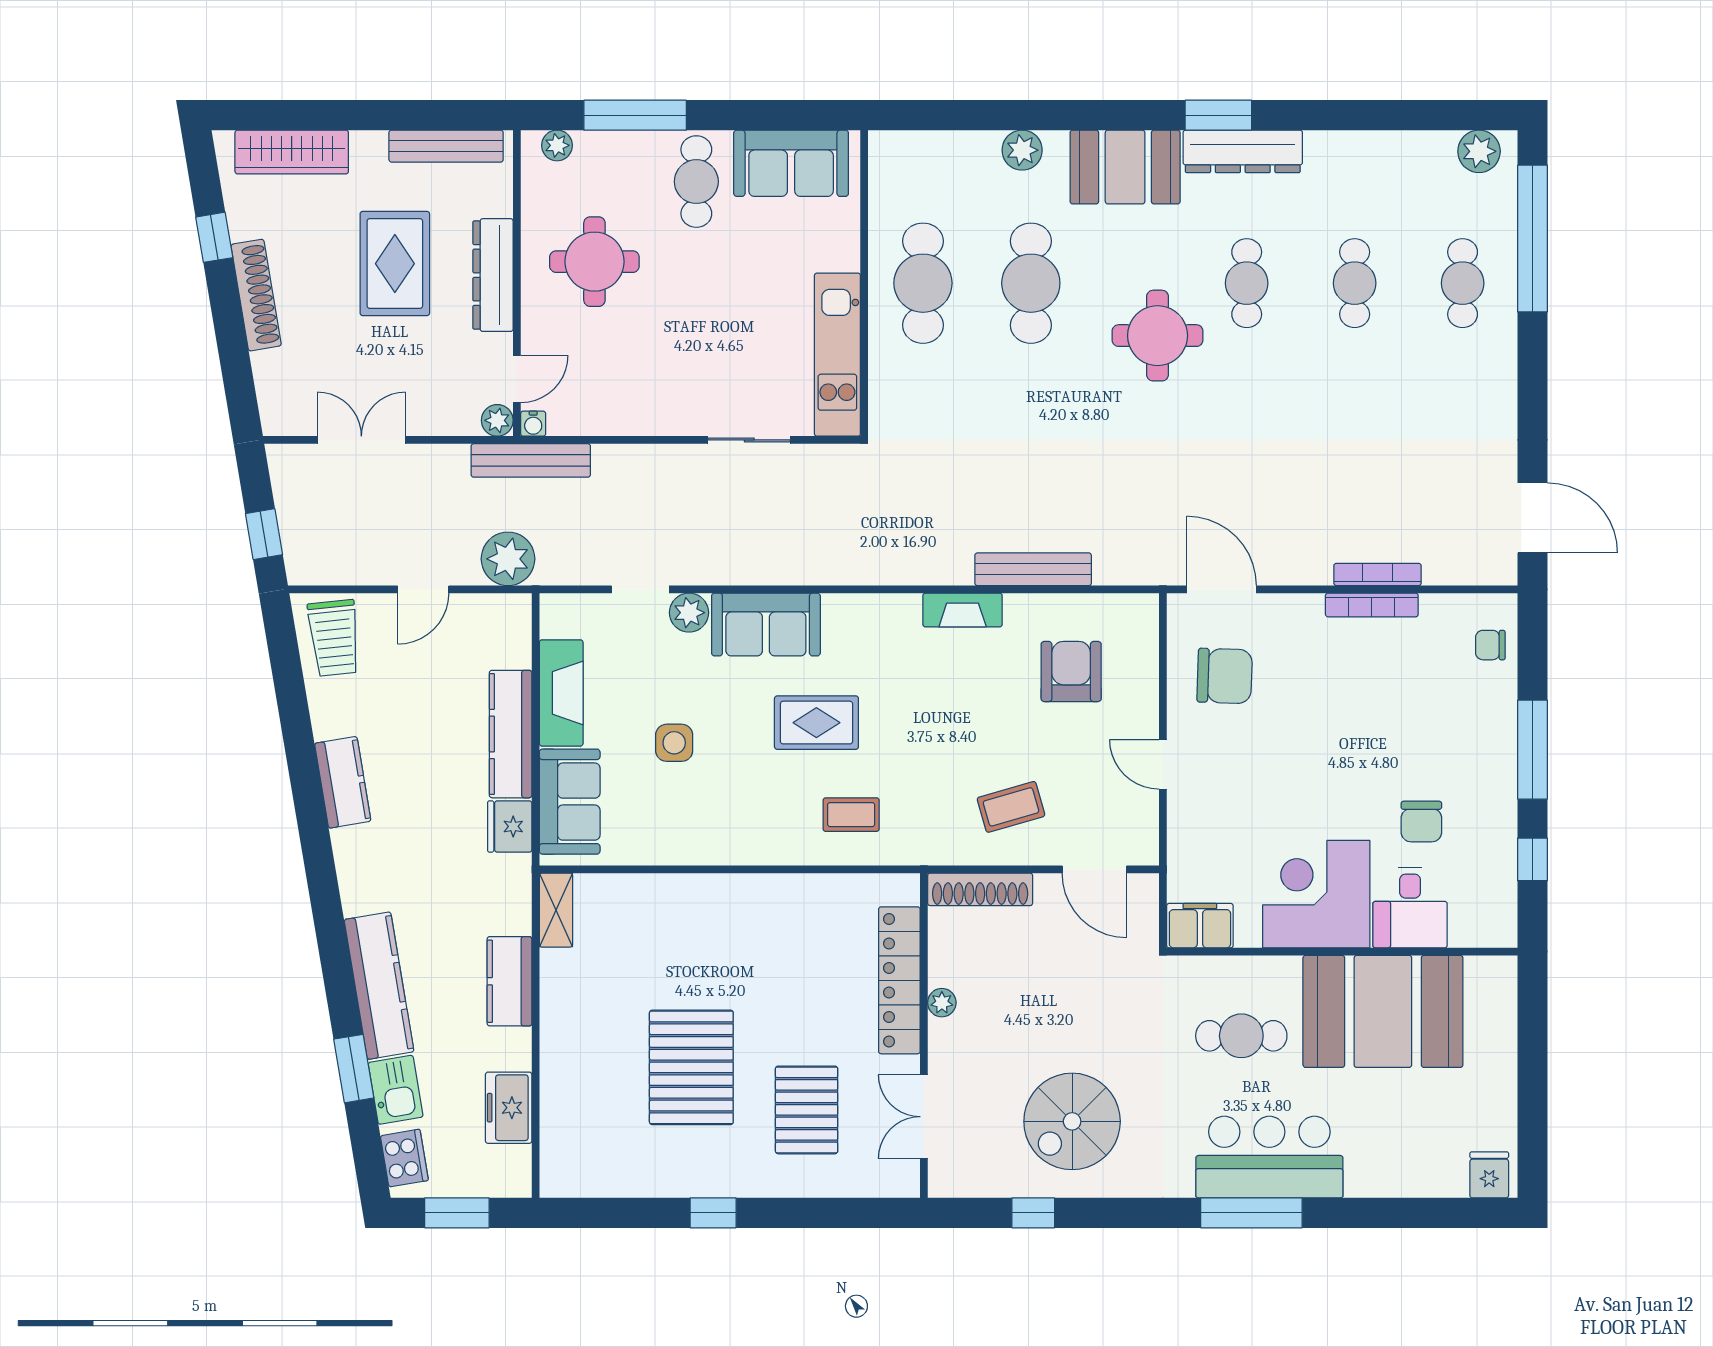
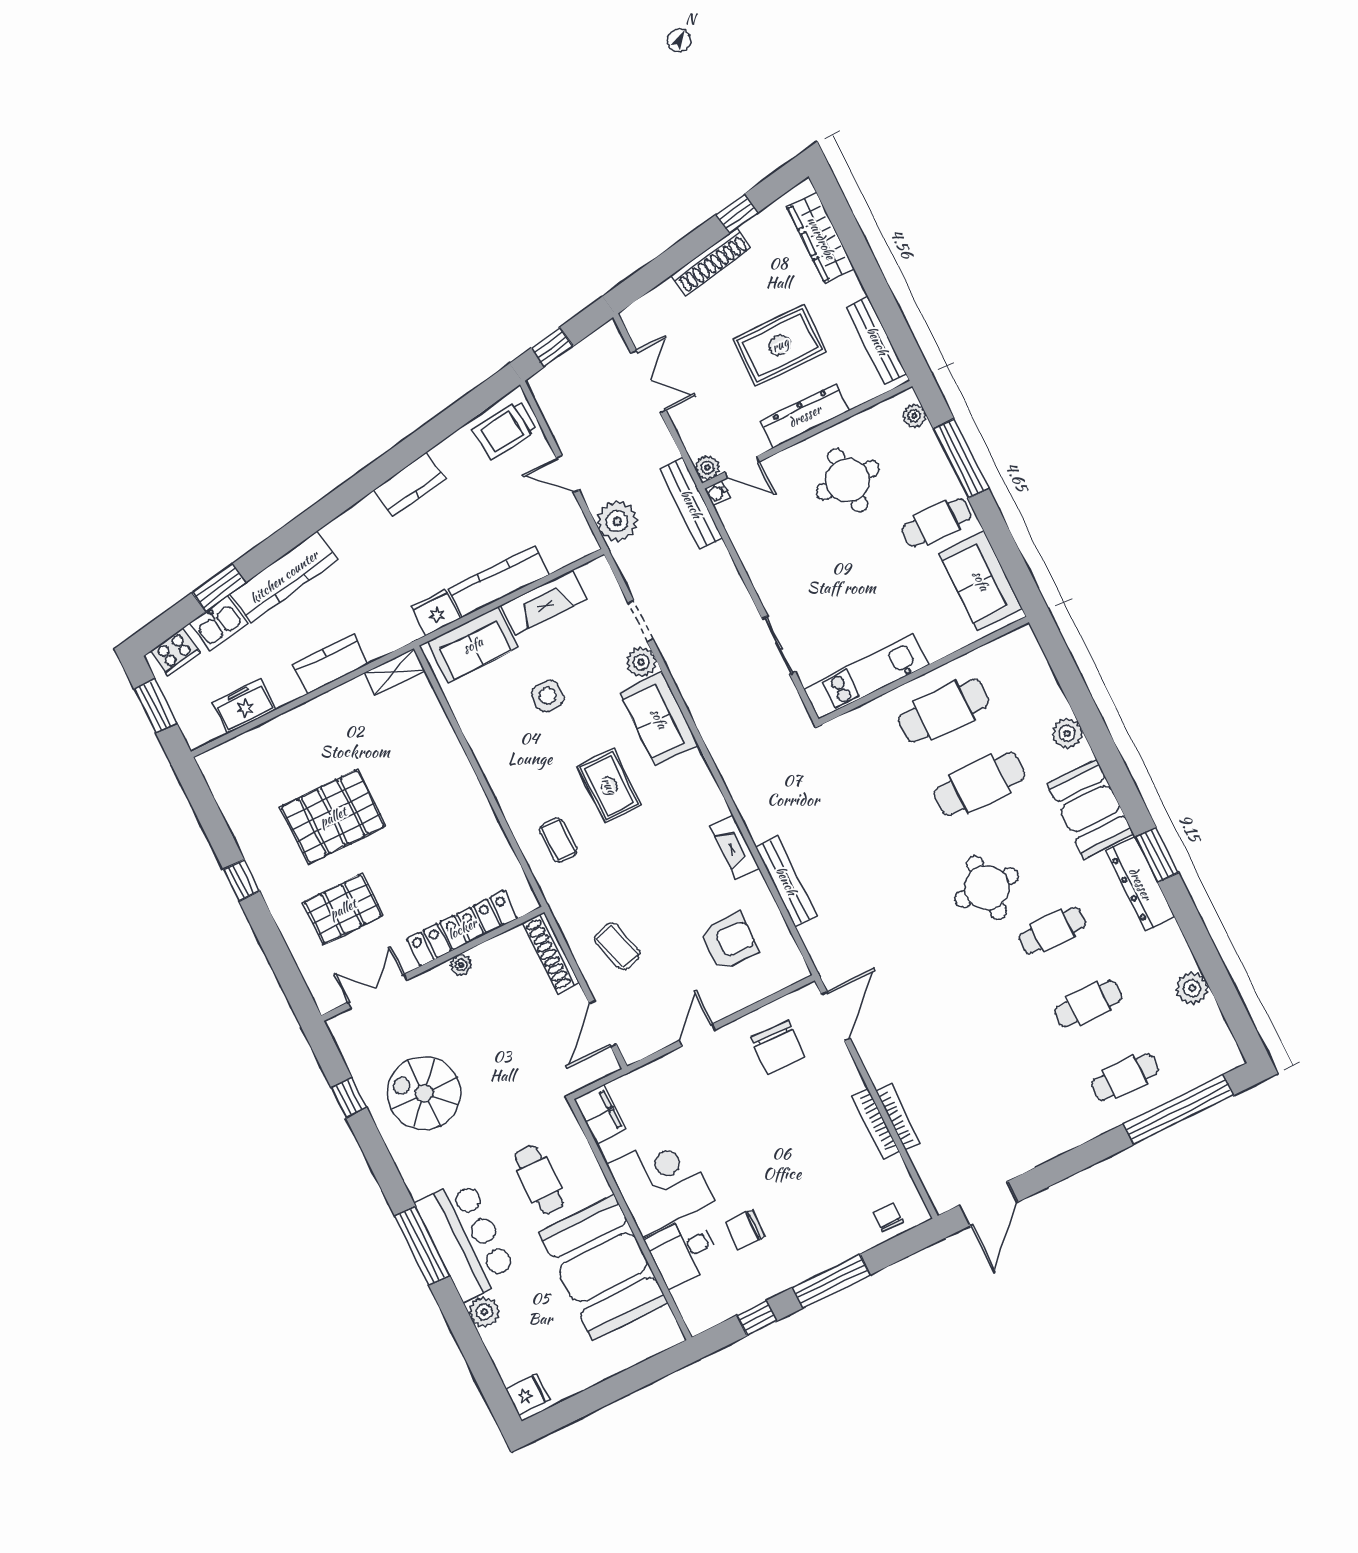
plant: (1479, 151) -> (1192, 988), moved
plant: (1366, 1178) -> (484, 1312), added

